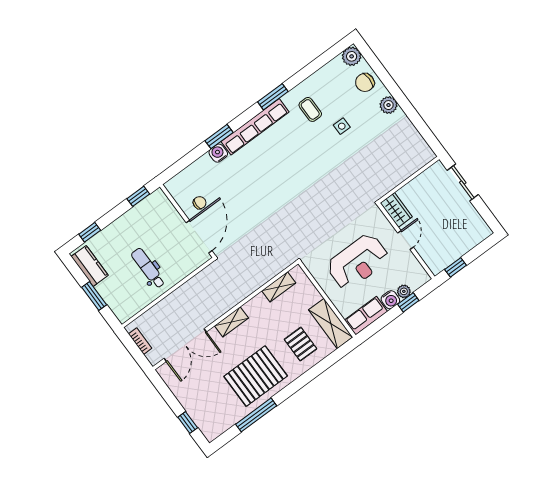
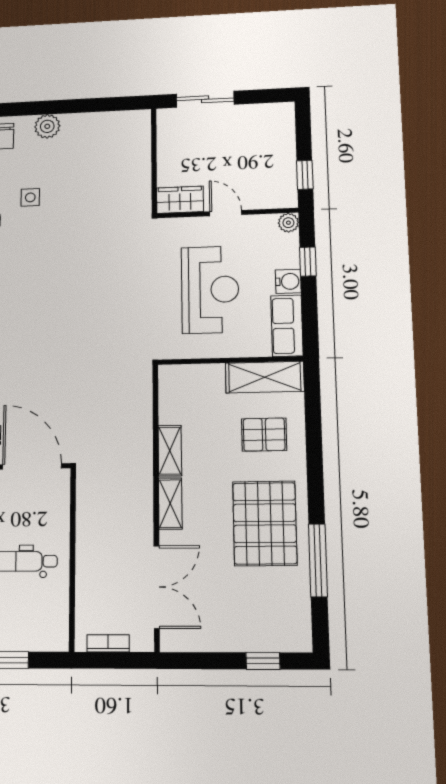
shelving: (279, 287) -> (170, 451), moved
plant: (404, 291) -> (288, 223), moved

